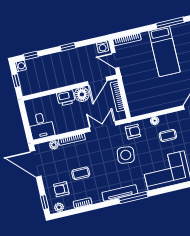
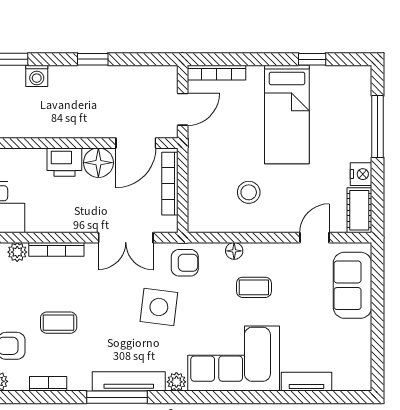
window: (170, 23) -> (312, 59), width x0.46
washing machine: (102, 47) -> (37, 76), moved
door: (115, 60) -> (183, 109), swing flipped
stool: (155, 92) -> (249, 192), added
double door: (103, 126) -> (126, 238), swing flipped
plant: (142, 188) -> (176, 382), added
window: (133, 197) -> (117, 397), moved

